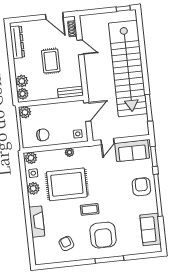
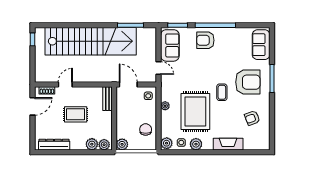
sofa: (150, 229) -> (261, 45), moved, turned 90

